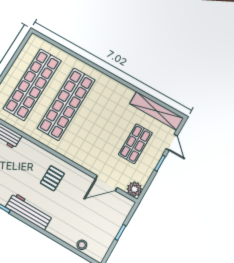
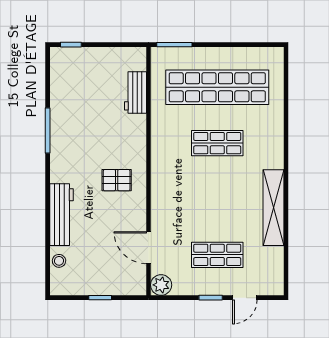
shop shelf: (66, 104) -> (217, 143), width x0.50, depth x0.74
shelving: (157, 111) -> (273, 208), moved
workbench: (29, 211) -> (61, 215), moved

